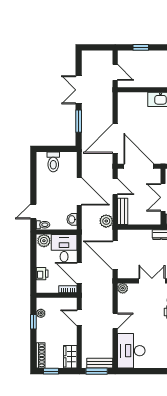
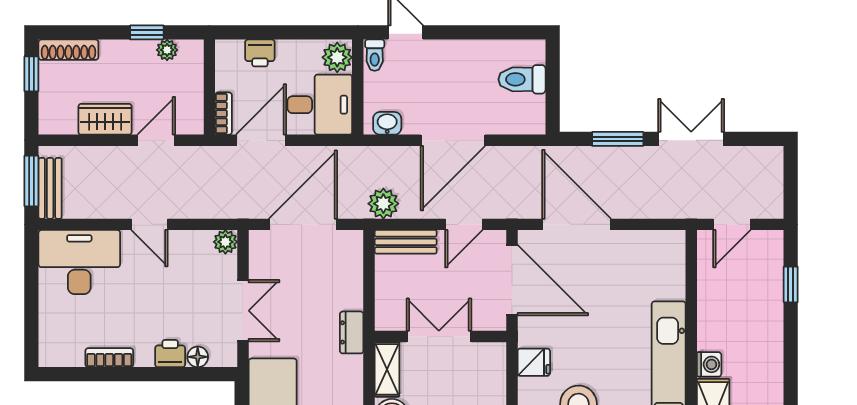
door: (139, 166) -> (512, 280), hinge flipped
wardrobe: (70, 357) -> (105, 119), moved

